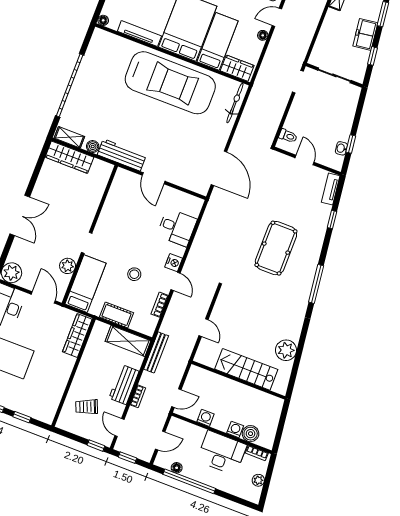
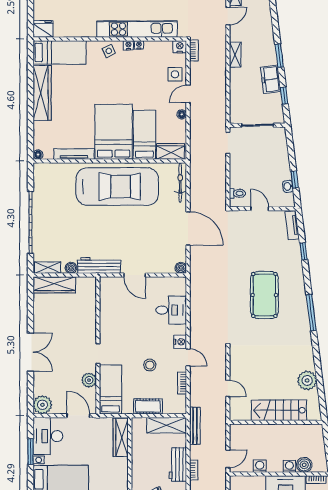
door: (219, 168) -> (188, 228), moved
boiler: (203, 189) -> (181, 268), added

